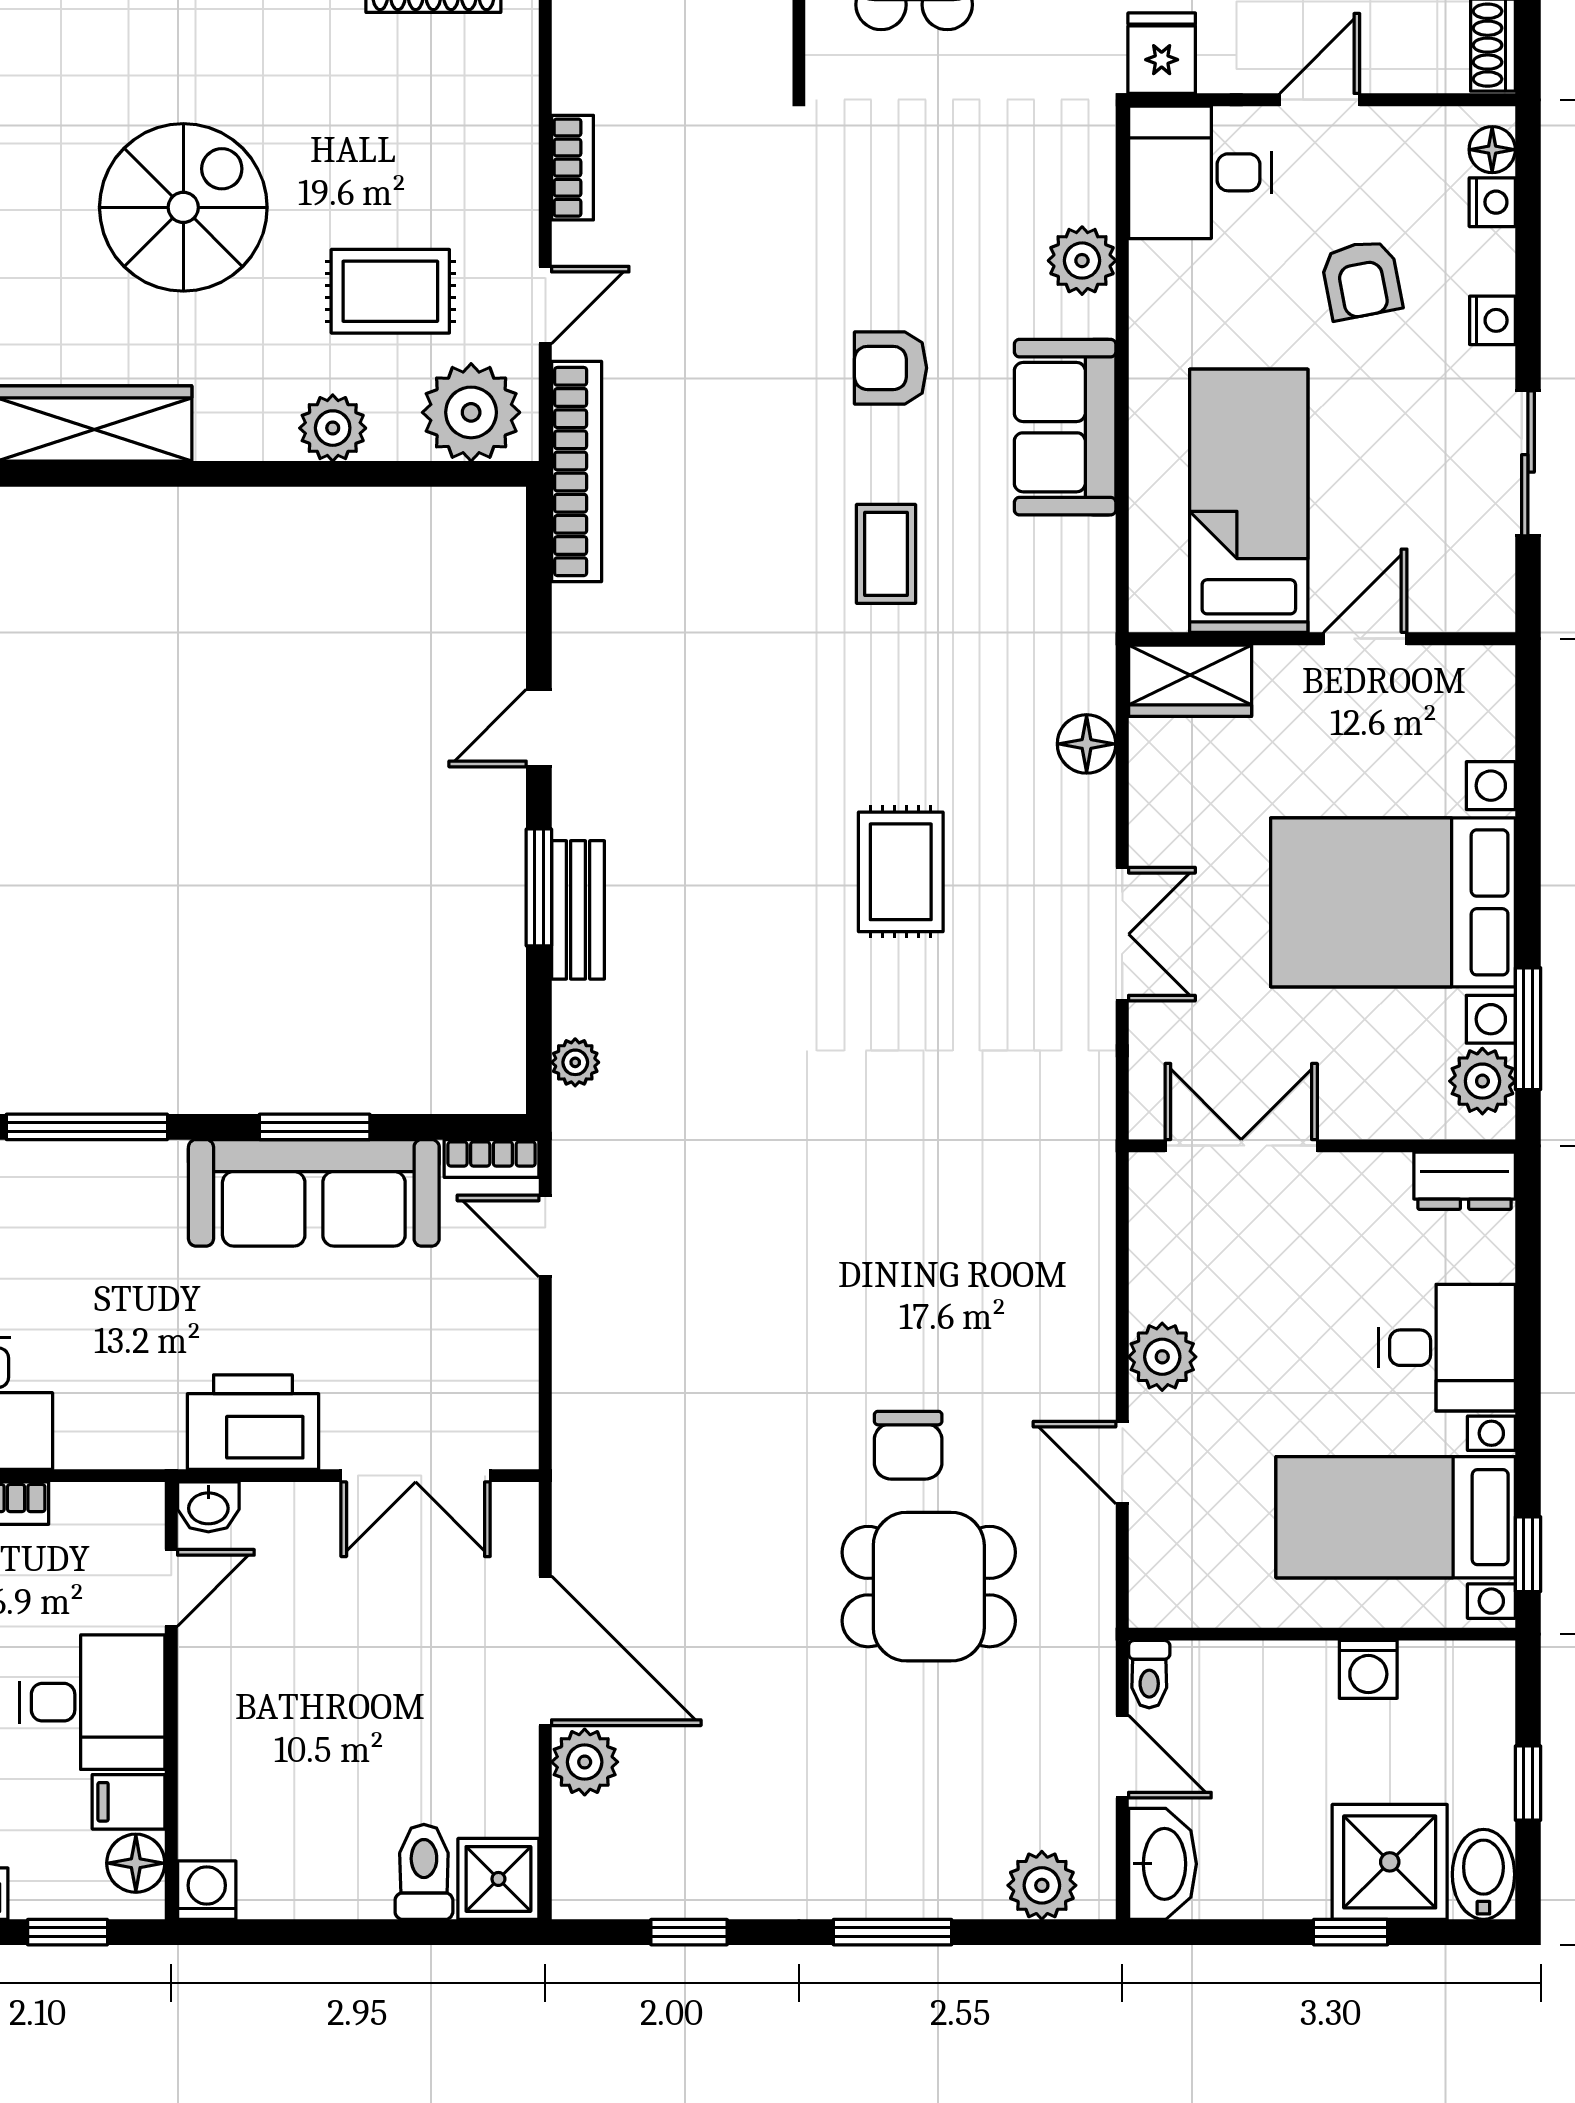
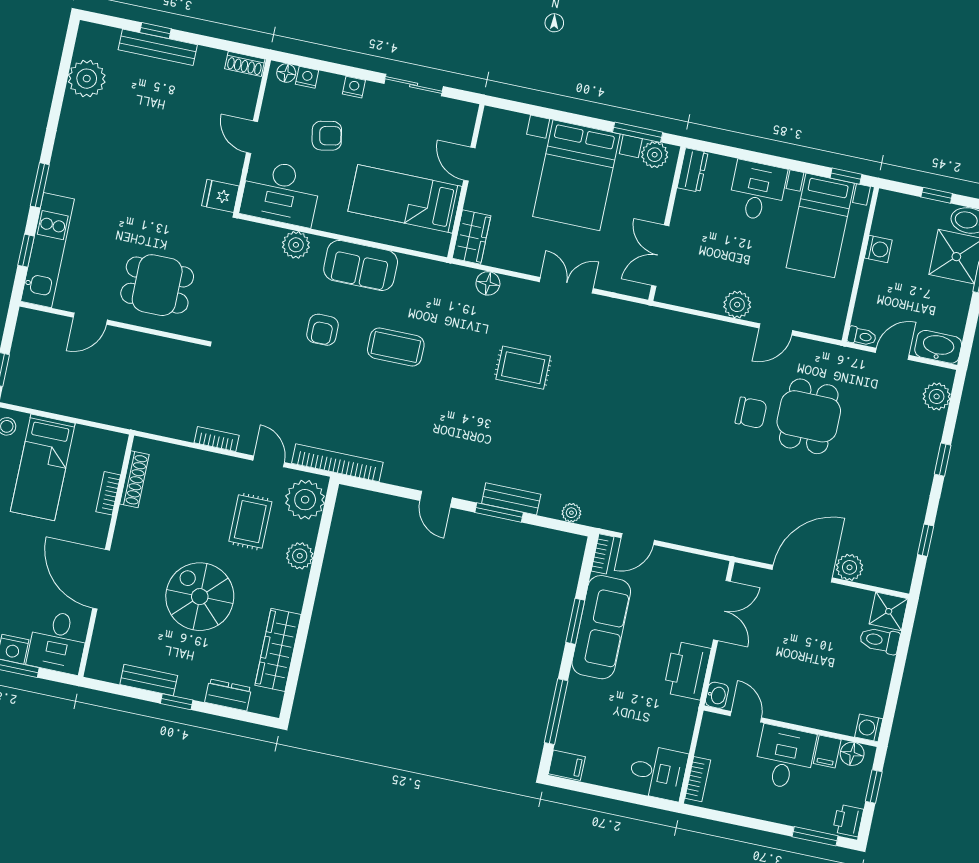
desk: (1200, 172) -> (281, 193), width x1.37
coffee table: (886, 554) -> (396, 347), width x1.36, depth x1.30
window: (892, 1932) -> (943, 460), width x0.67

